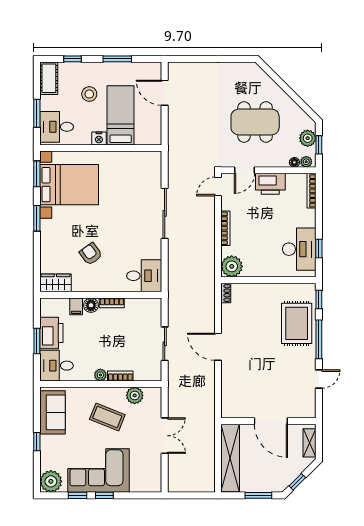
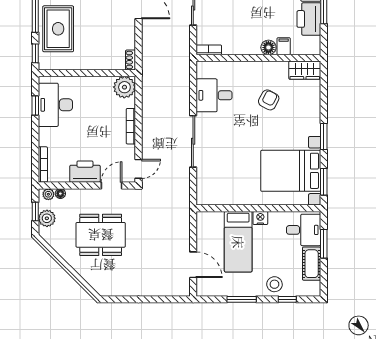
cot: (49, 78) -> (312, 264), moved
stool: (89, 94) -> (274, 284), moved
armchair: (91, 254) -> (269, 100), turned -116
desk: (144, 276) -> (214, 95), moved
bookcase: (112, 303) -> (209, 50), moved

